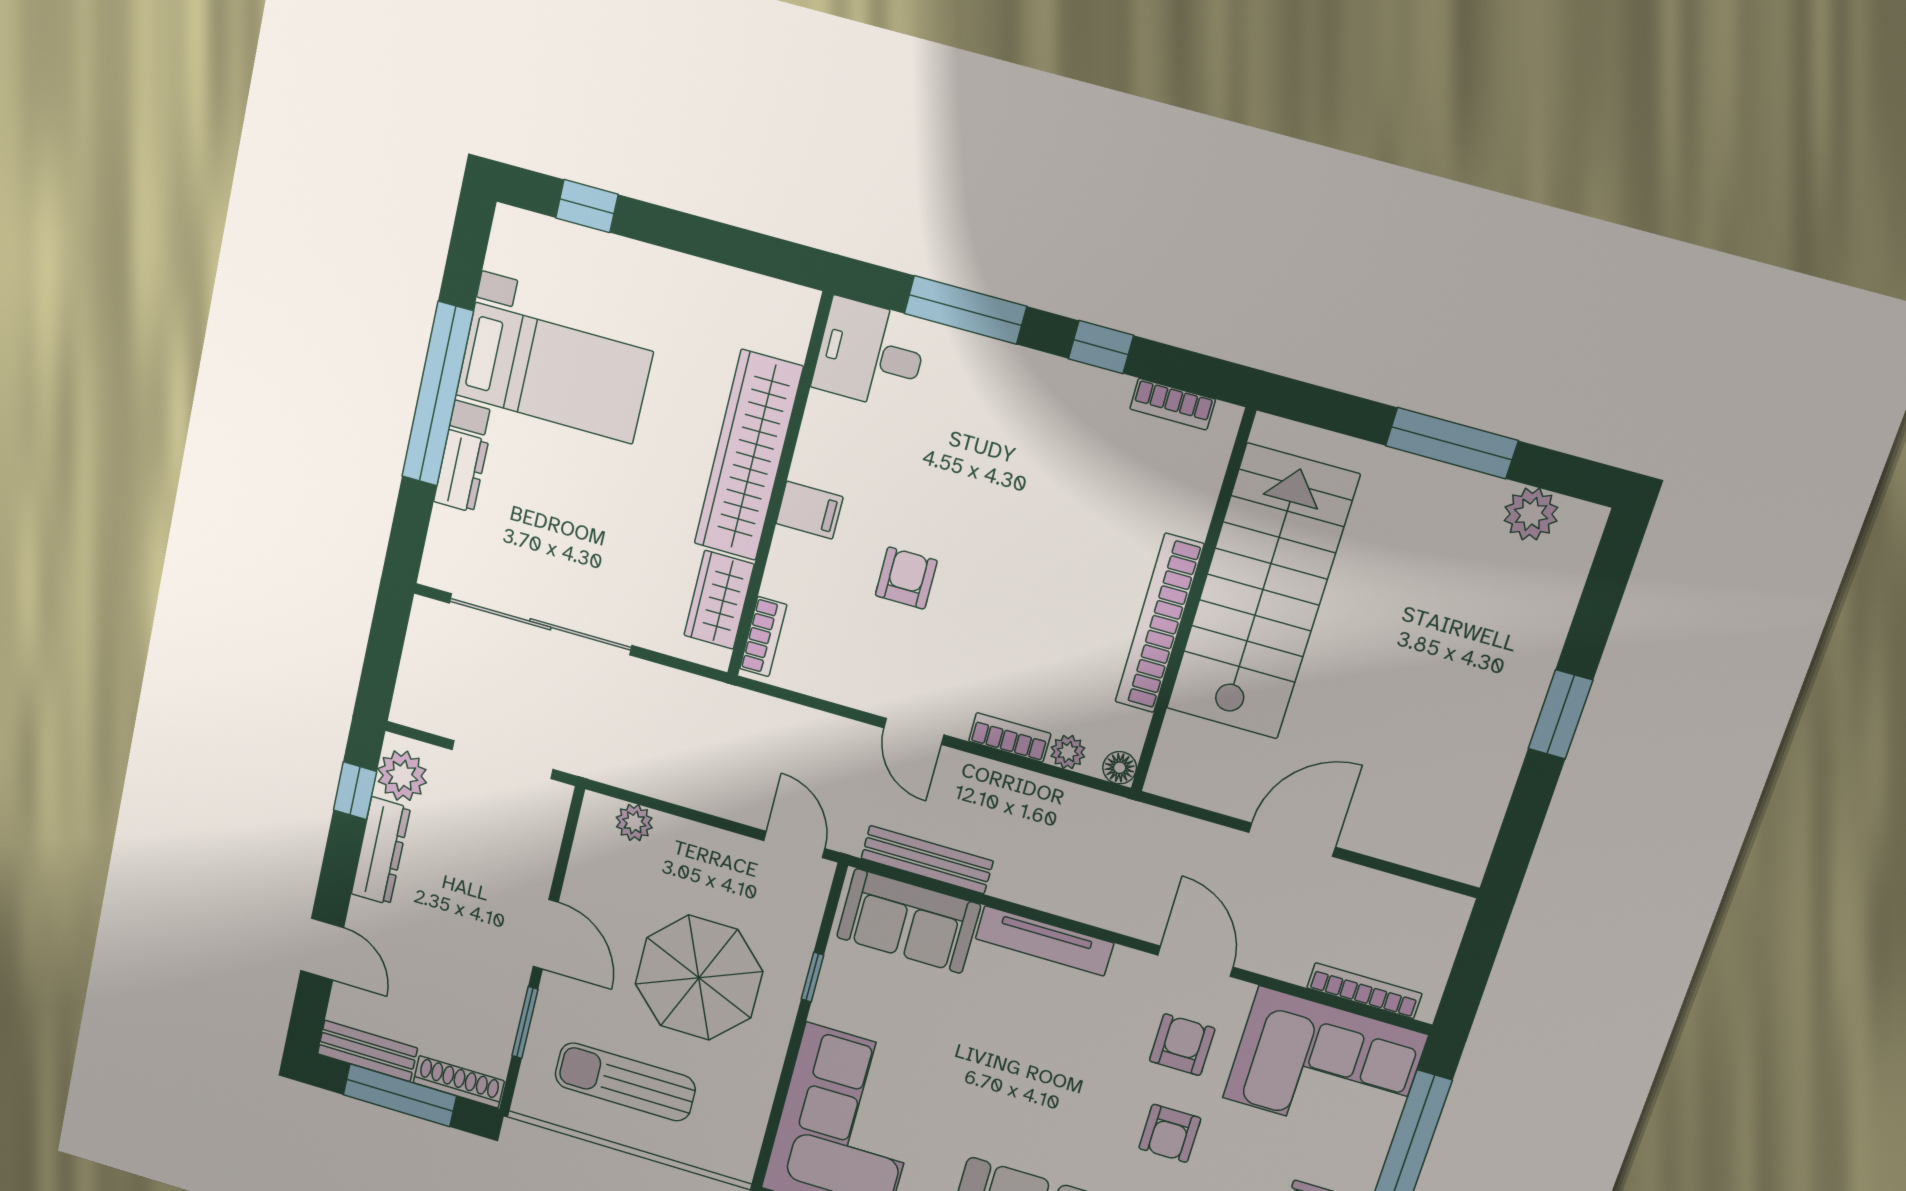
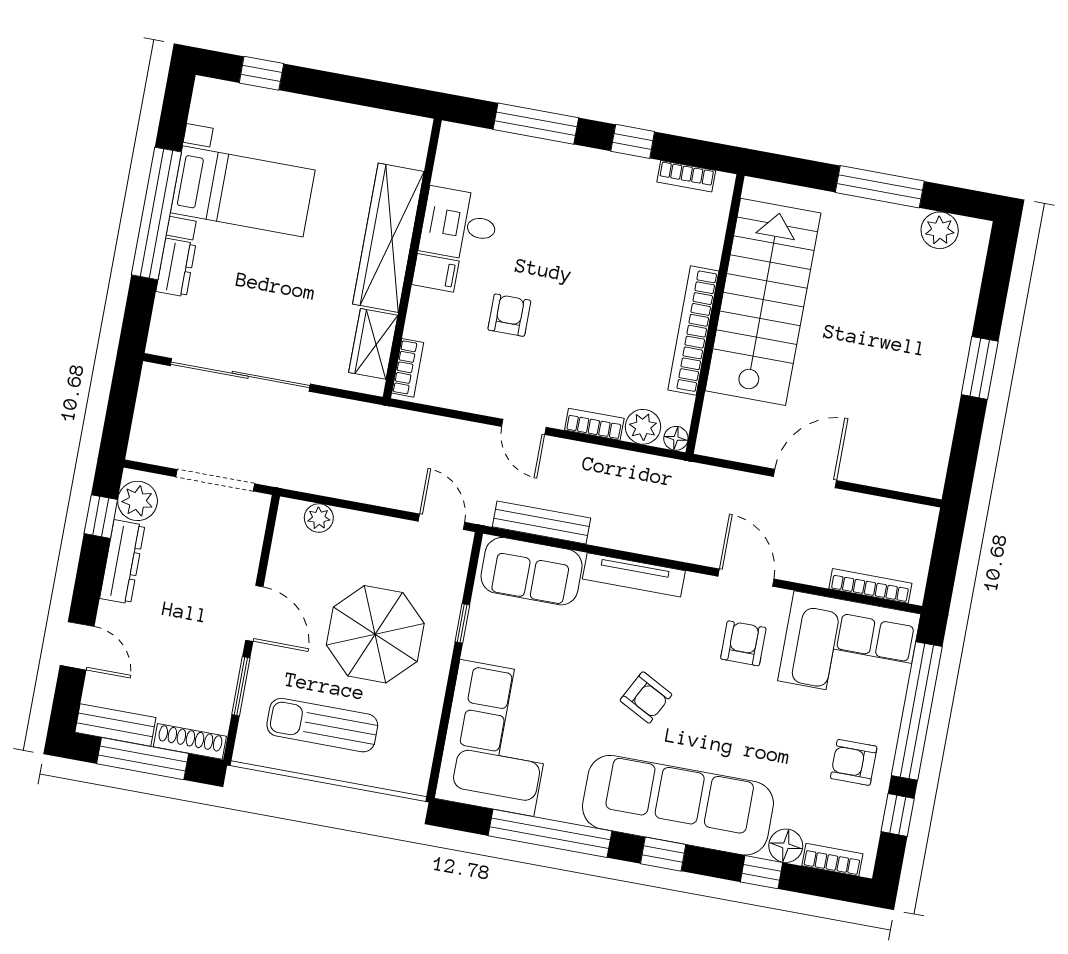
desk: (870, 354) -> (459, 224), moved
plant: (1068, 752) -> (643, 427), width x1.38, depth x1.38
armchair: (1170, 1133) -> (646, 697), moved, turned -62

